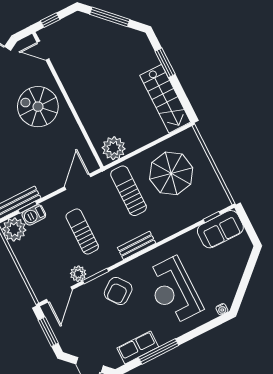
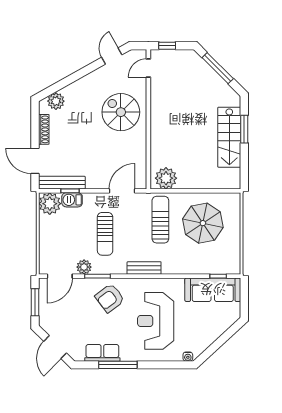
door: (43, 51) -> (148, 68), hinge flipped
stairs: (165, 99) -> (229, 137), moved
sofa: (220, 229) -> (213, 290), width x1.36
sun lounger: (82, 232) -> (105, 234), turned 180

